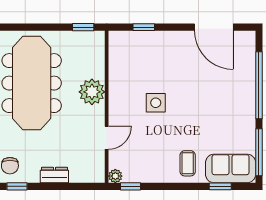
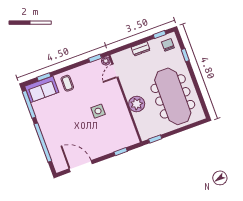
door: (107, 138) -> (115, 71), moved

